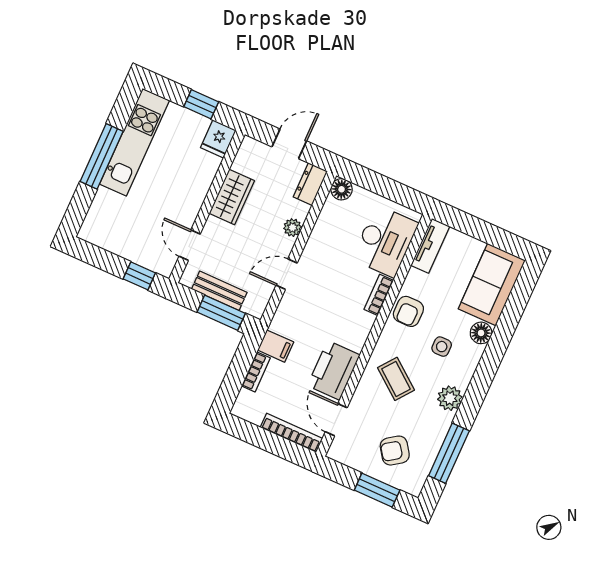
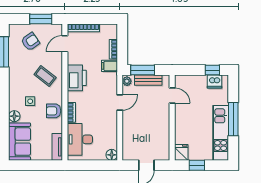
dresser: (310, 184) -> (128, 151), removed
wardrobe: (232, 197) -> (162, 128), removed
plant: (292, 228) -> (127, 81), moved
dishwasher: (105, 236) -> (214, 82), added
window: (139, 276) -> (212, 70), moved
armchair: (408, 311) -> (54, 111), turned -90
printer: (334, 370) -> (77, 78), moved
plant: (450, 398) -> (15, 78), removed
door: (336, 420) -> (65, 44), swing flipped
window: (377, 490) -> (41, 19), moved

